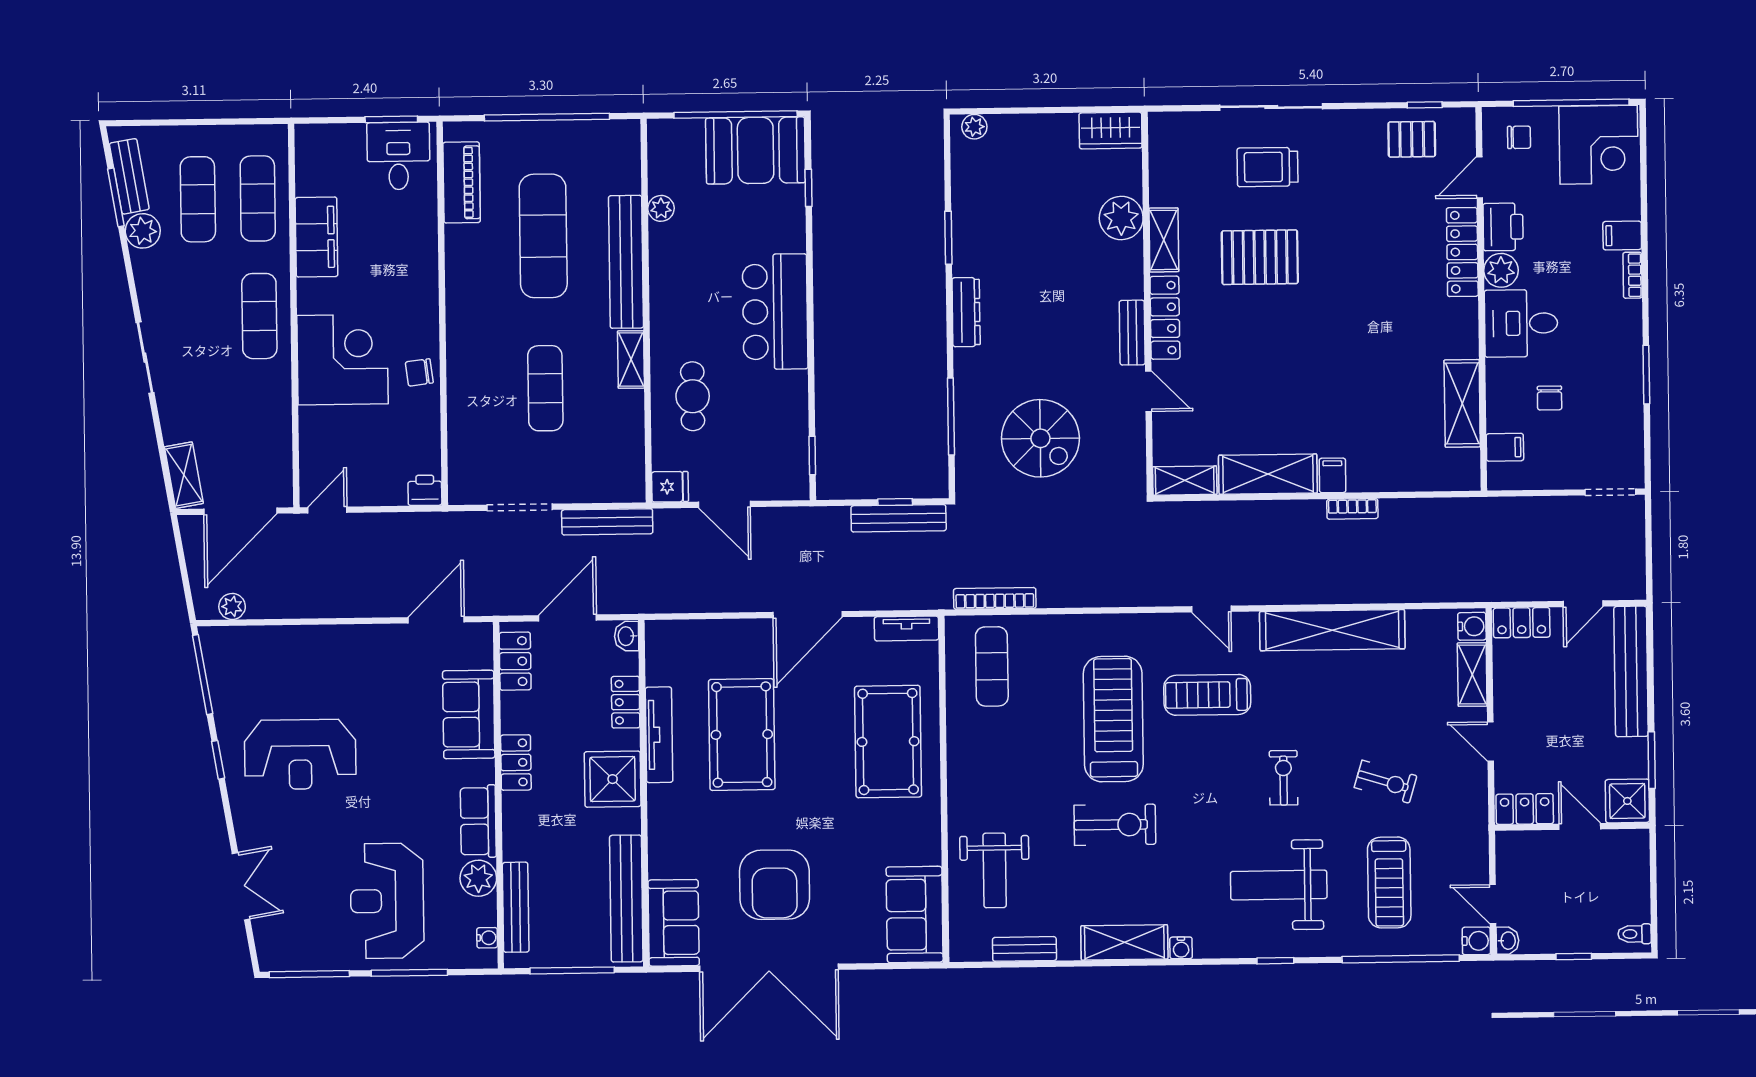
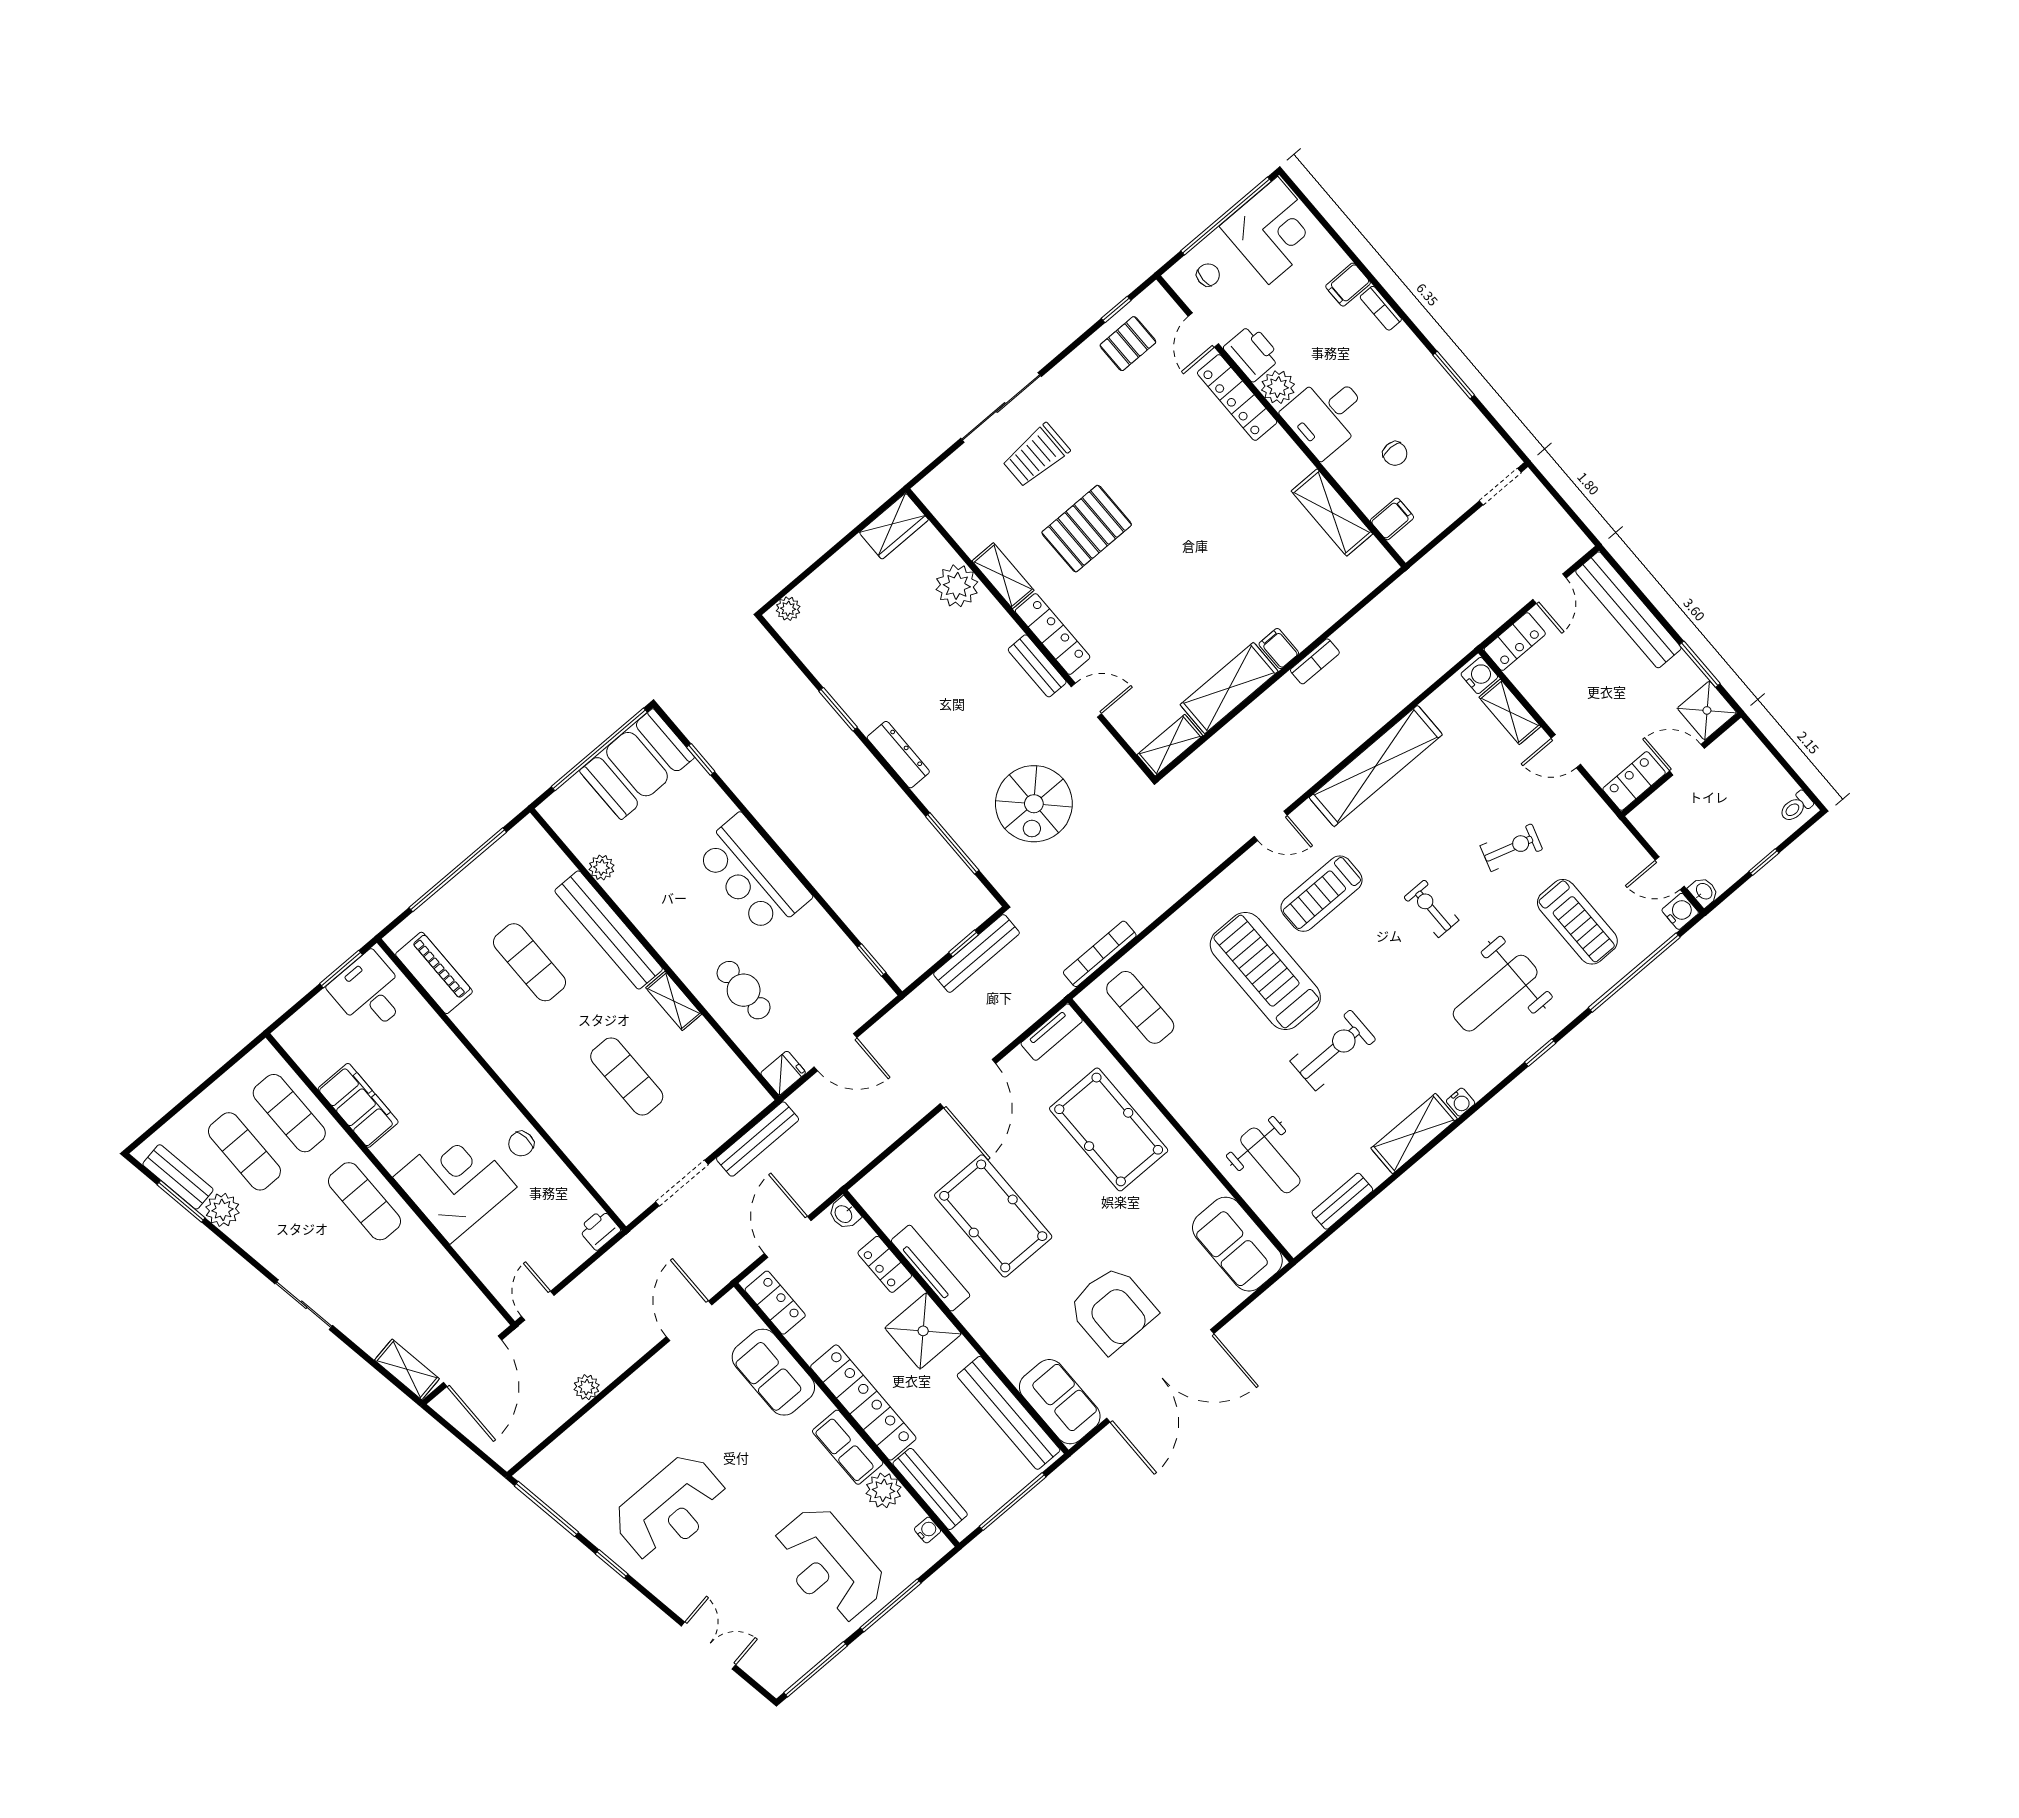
exercise mat: (543, 236) -> (529, 962), width x0.73, depth x0.69
spiral stairs: (1040, 438) -> (1034, 804), turned 90
plant: (232, 606) -> (587, 1387), moved
locker: (516, 762) -> (863, 1402), width x2.16, depth x1.21

